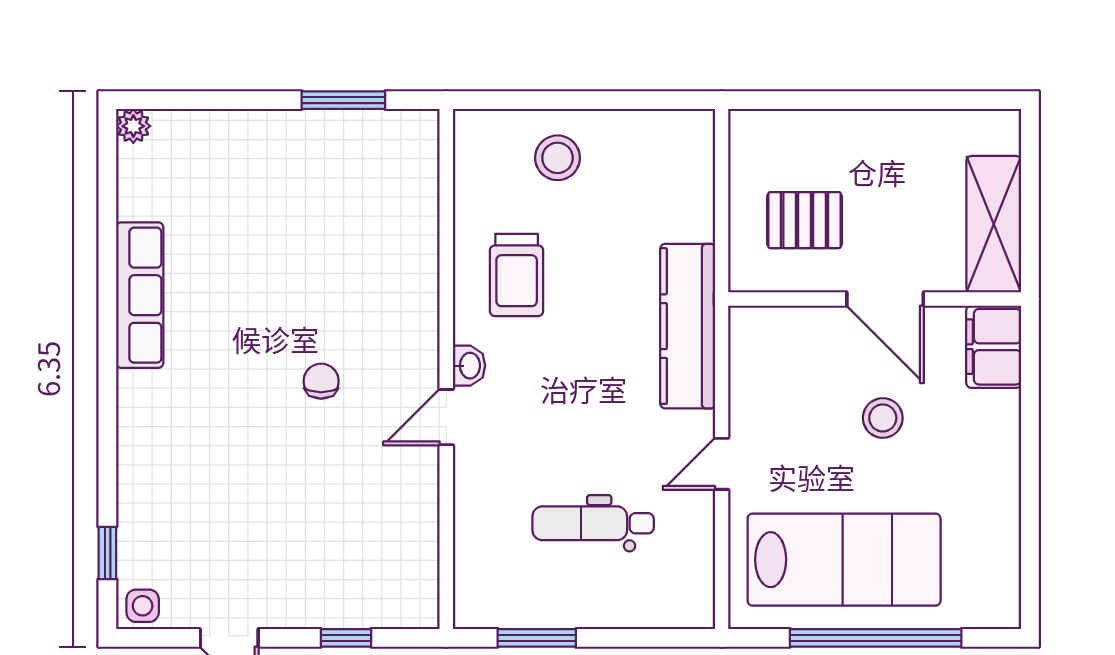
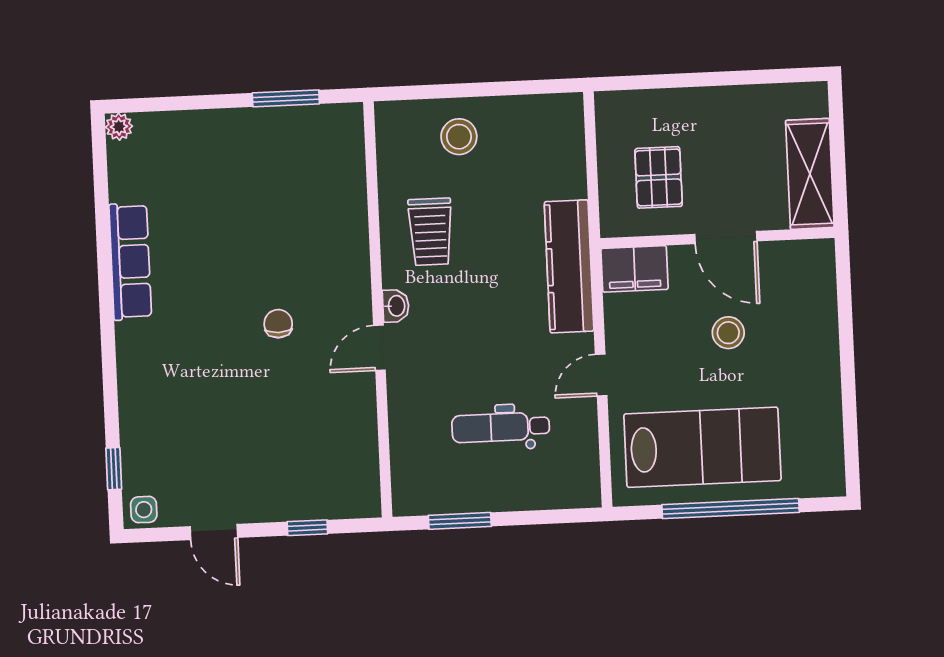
pallet: (805, 220) -> (659, 177), turned 90
filing cabinet: (994, 347) -> (635, 269), moved, turned -90

